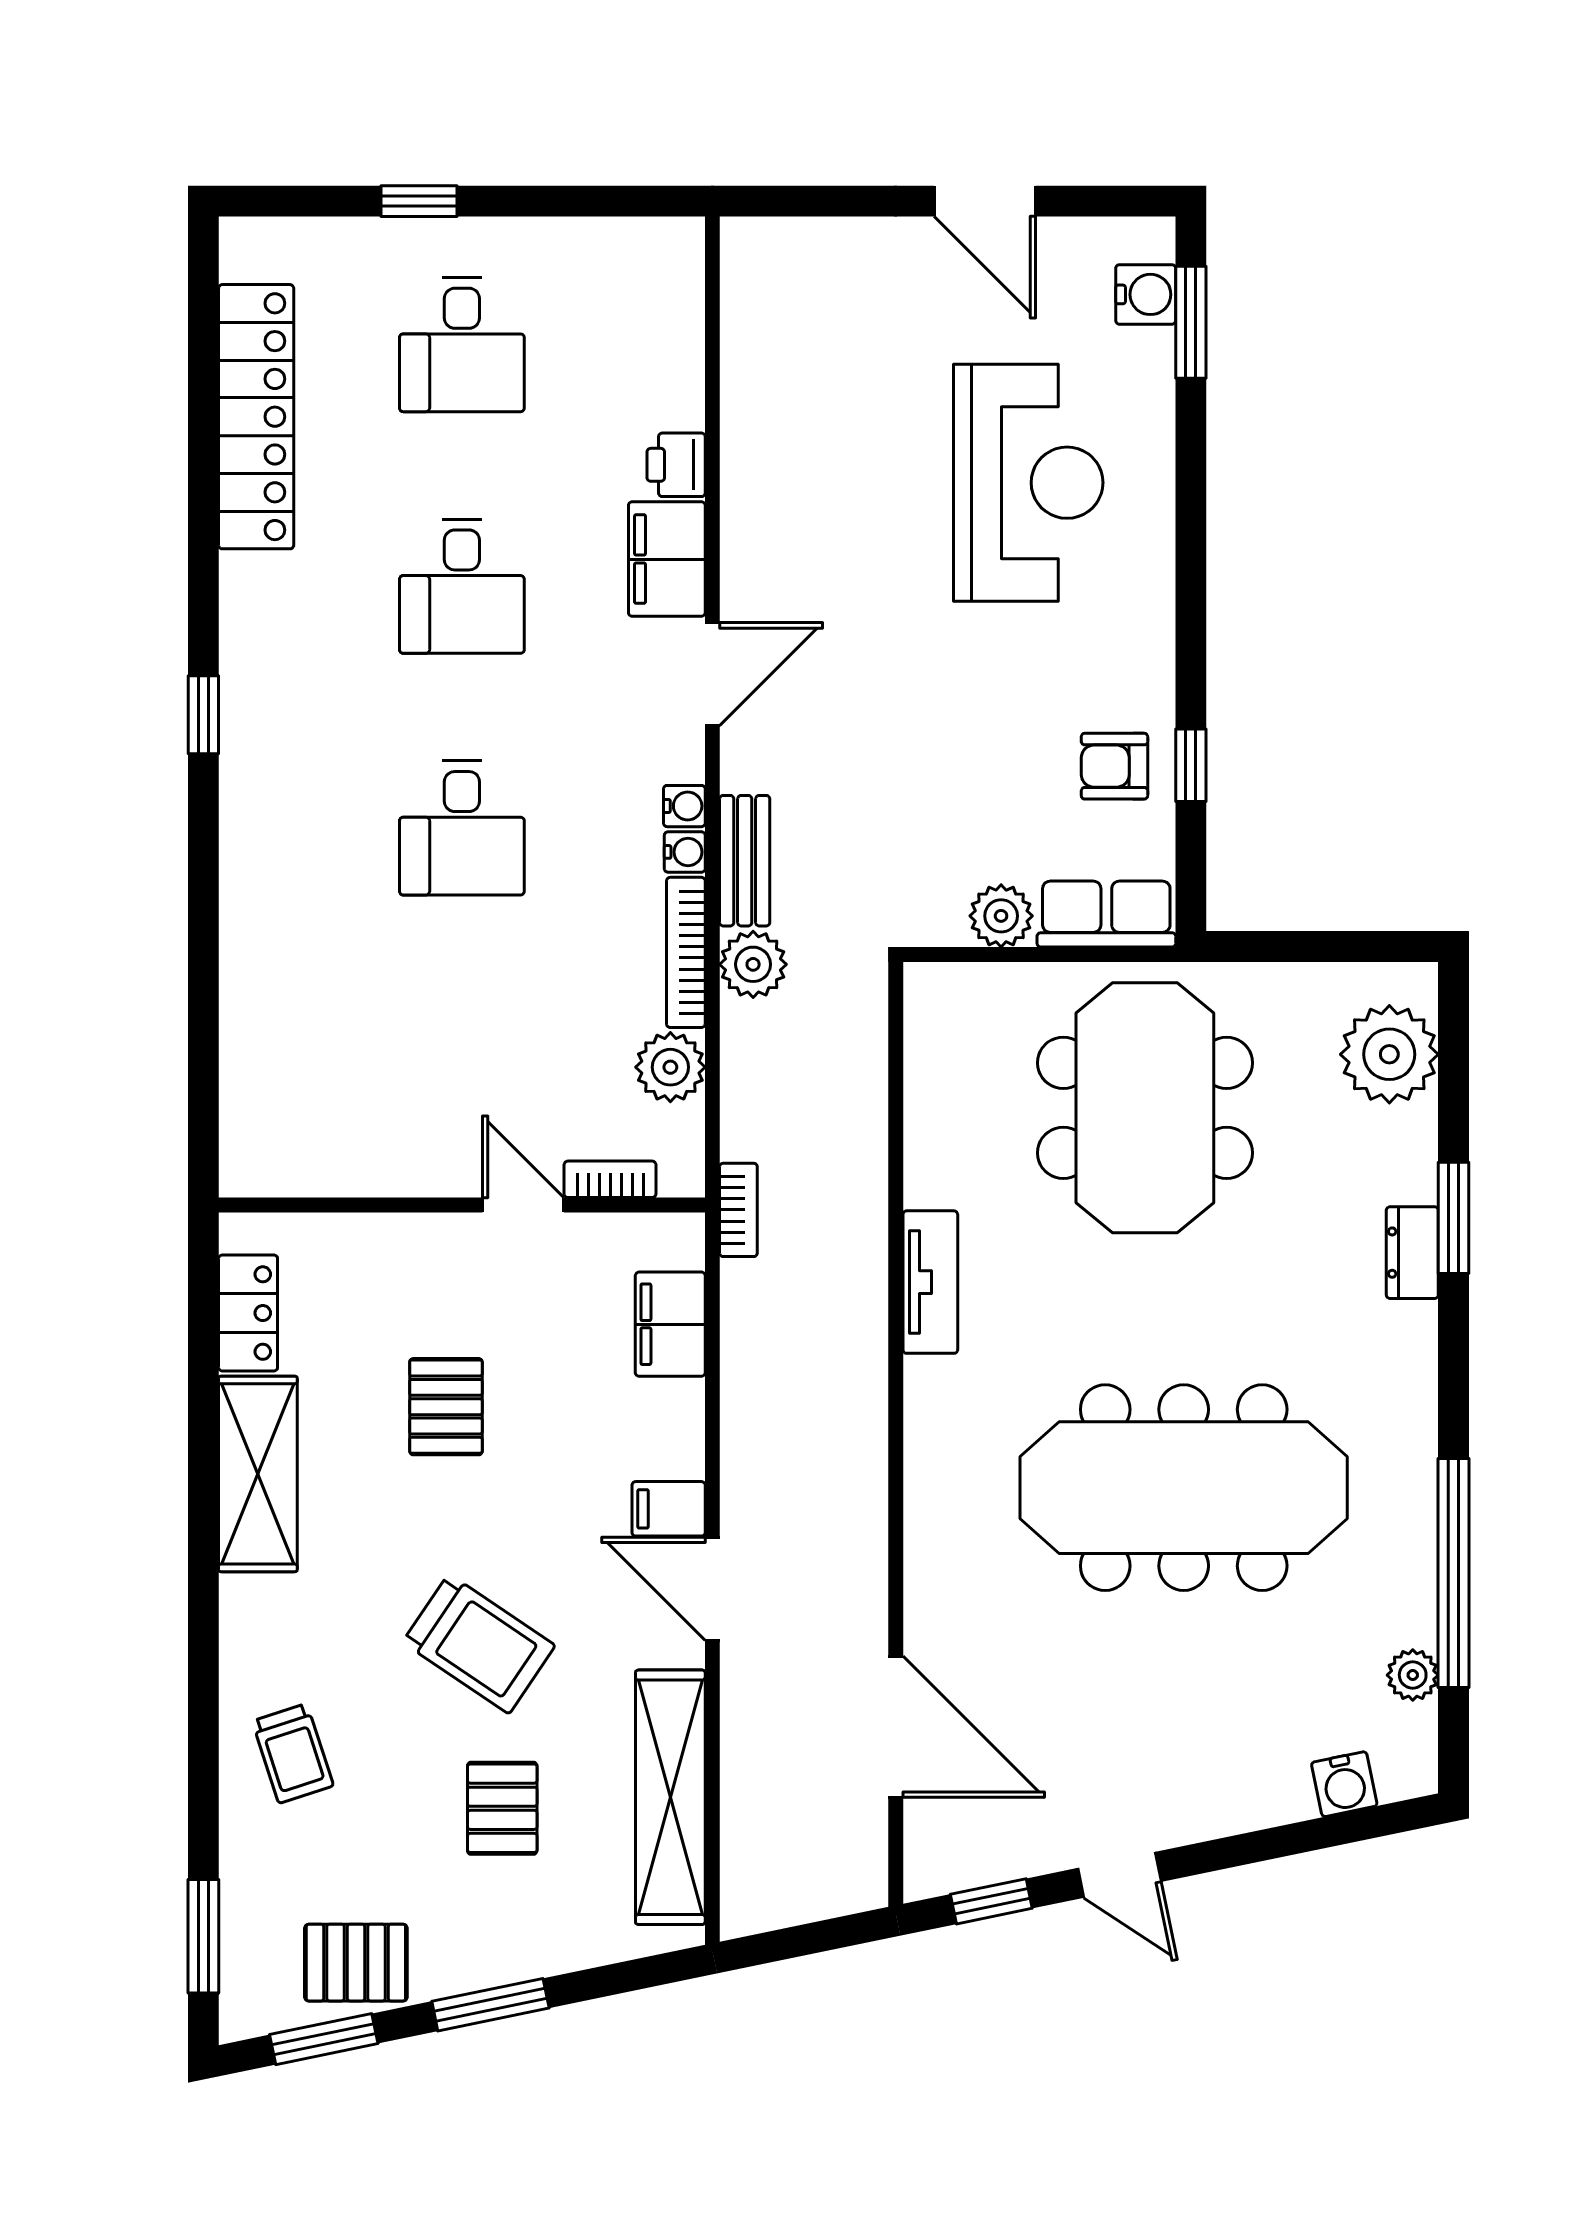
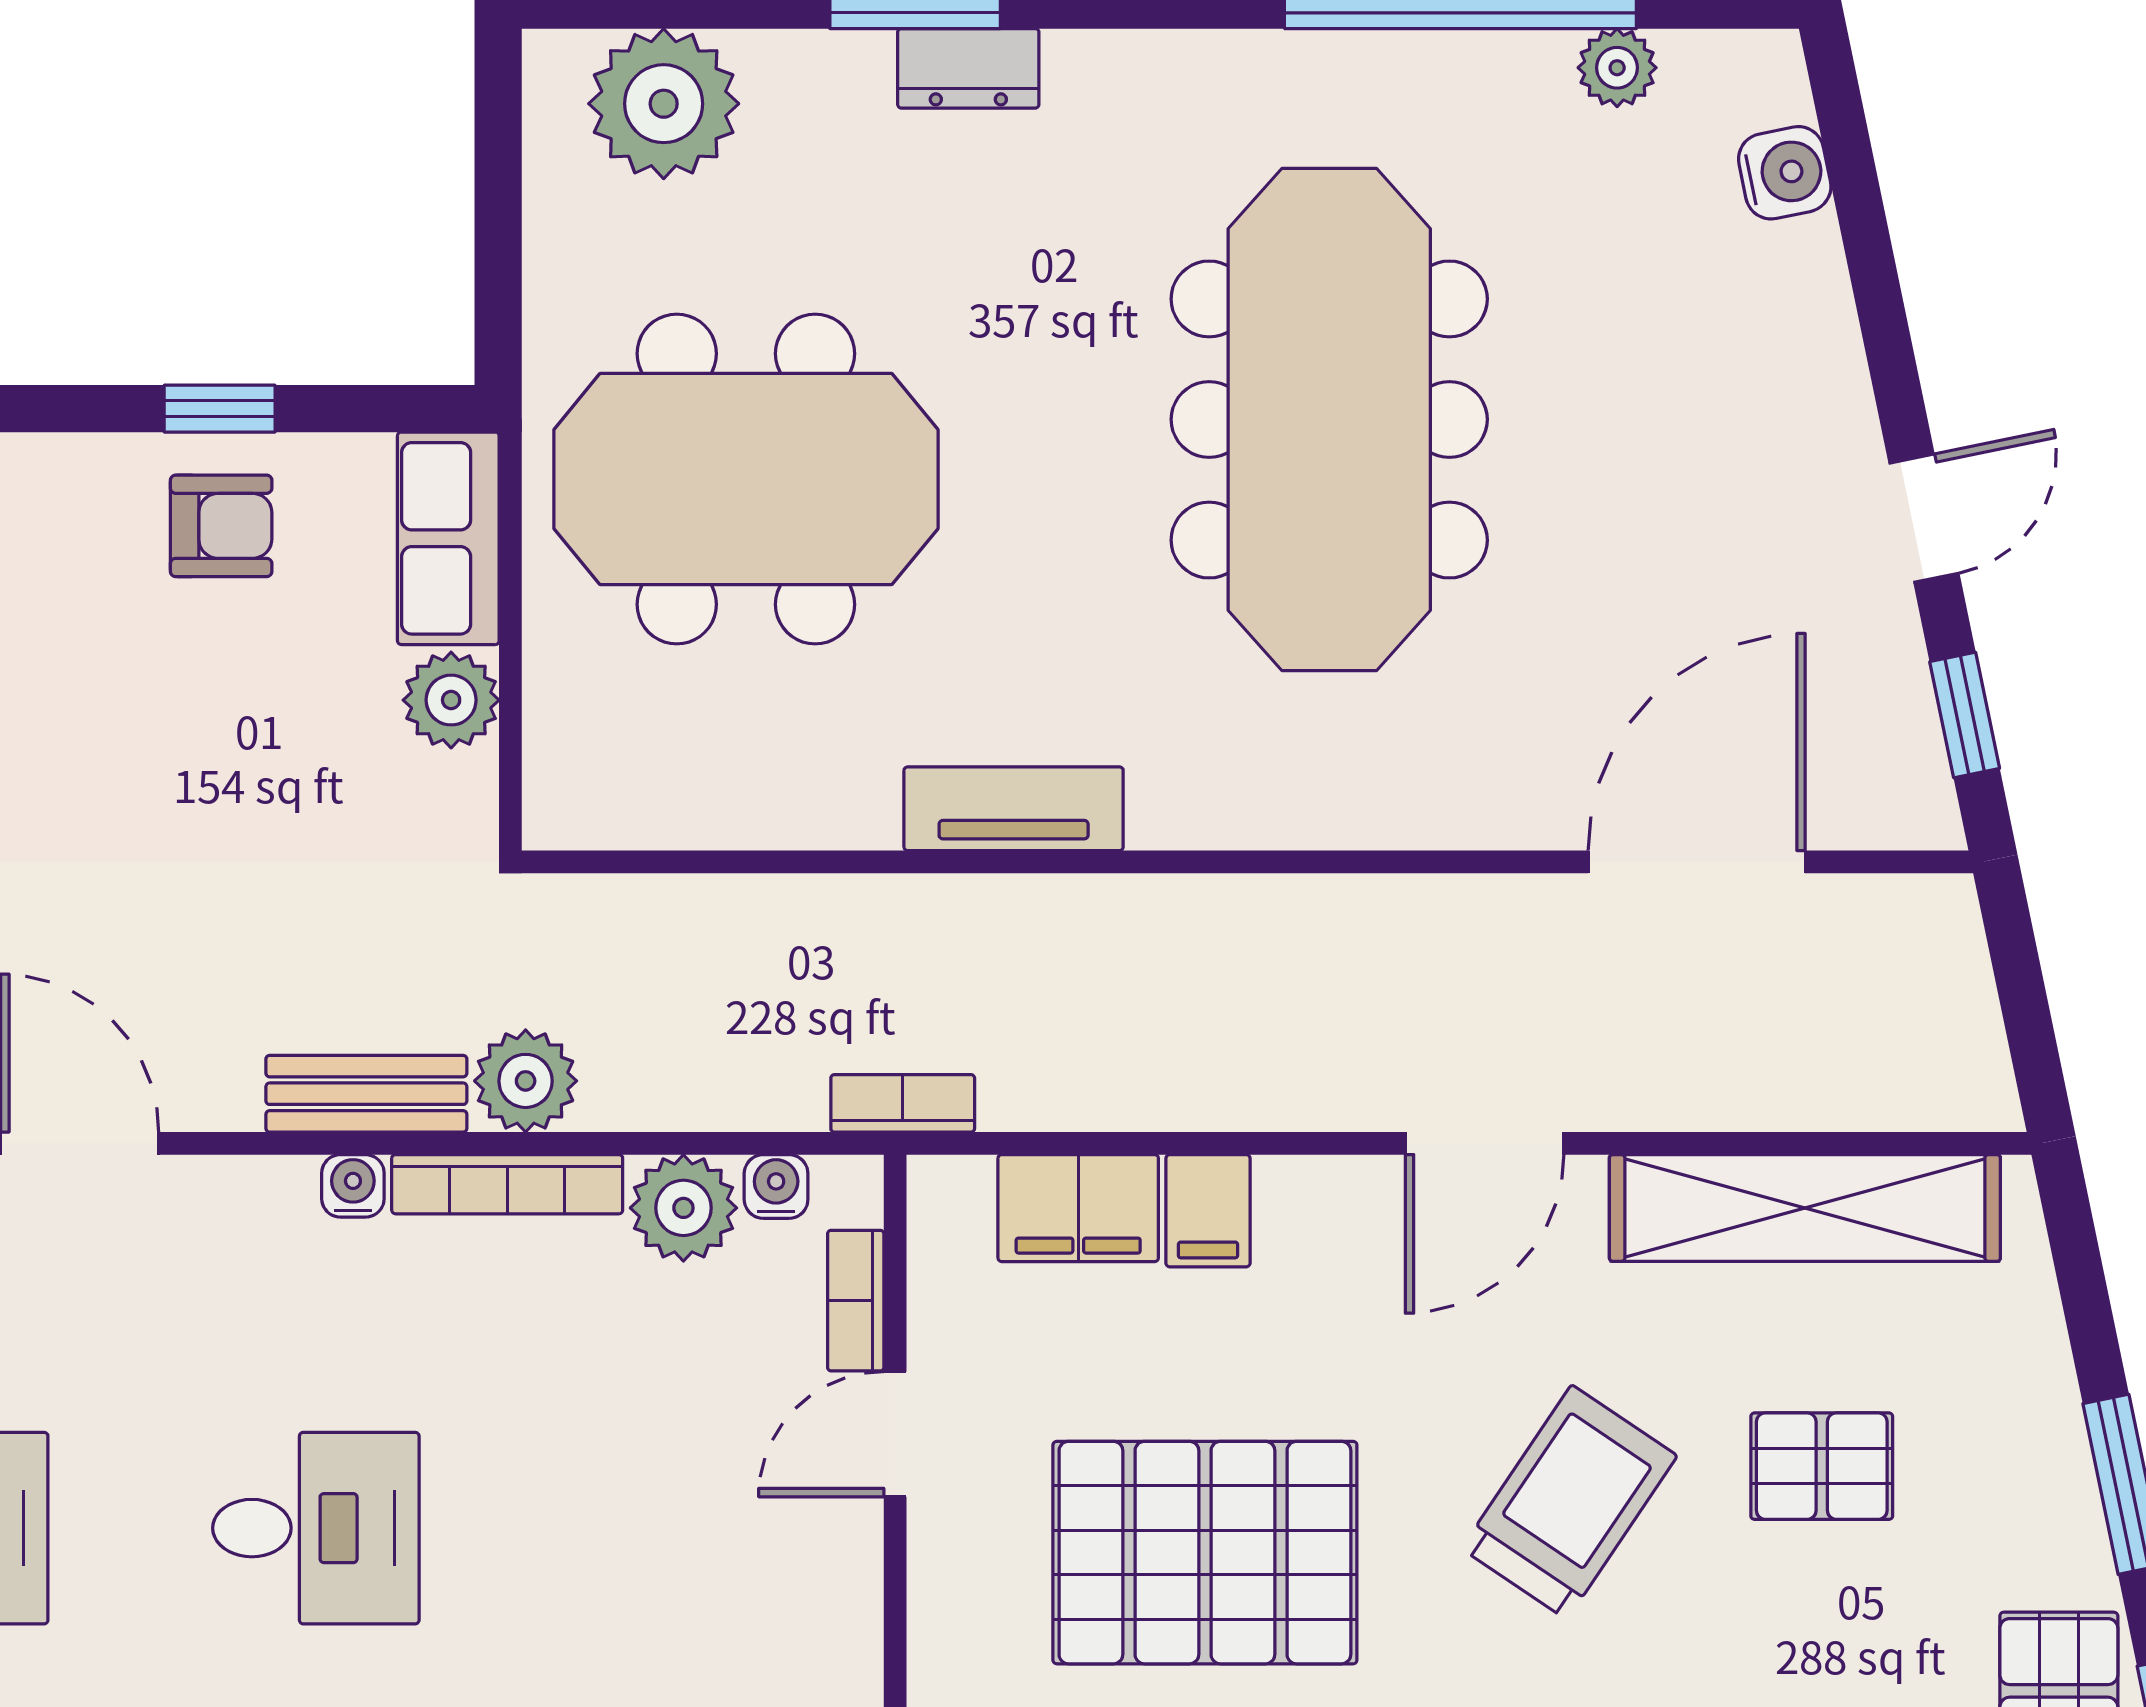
armchair: (1114, 766) -> (221, 526), turned -90
water cooler: (684, 806) -> (776, 1186), moved
pallet: (446, 1407) -> (1205, 1553), width x2.05, depth x2.00
filing cabinet: (669, 1509) -> (1208, 1211), moved

